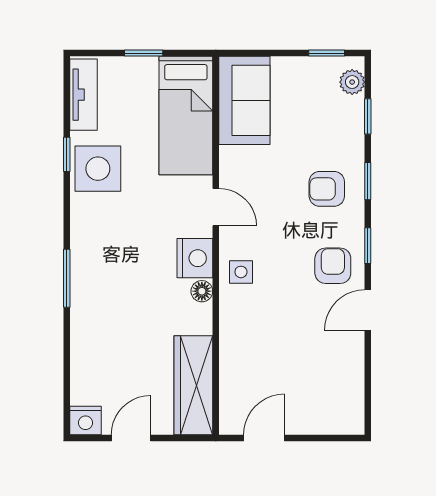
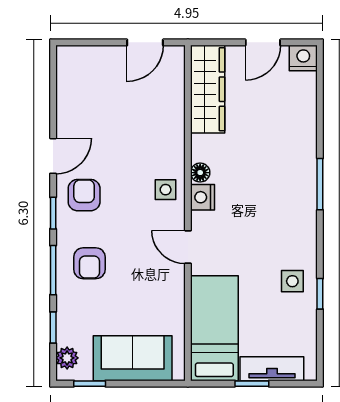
tv unit: (83, 95) -> (272, 369), moved, turned 90
sofa: (244, 100) -> (133, 358), moved, turned 90
side table: (98, 169) -> (292, 281), width x0.54, depth x0.54
window: (368, 181) -> (53, 270), width x1.50
armchair: (327, 189) -> (89, 263), turned 90
nightstand: (195, 258) -> (203, 197), width x0.74, depth x0.75
armchair: (333, 266) -> (84, 195), turned 180

